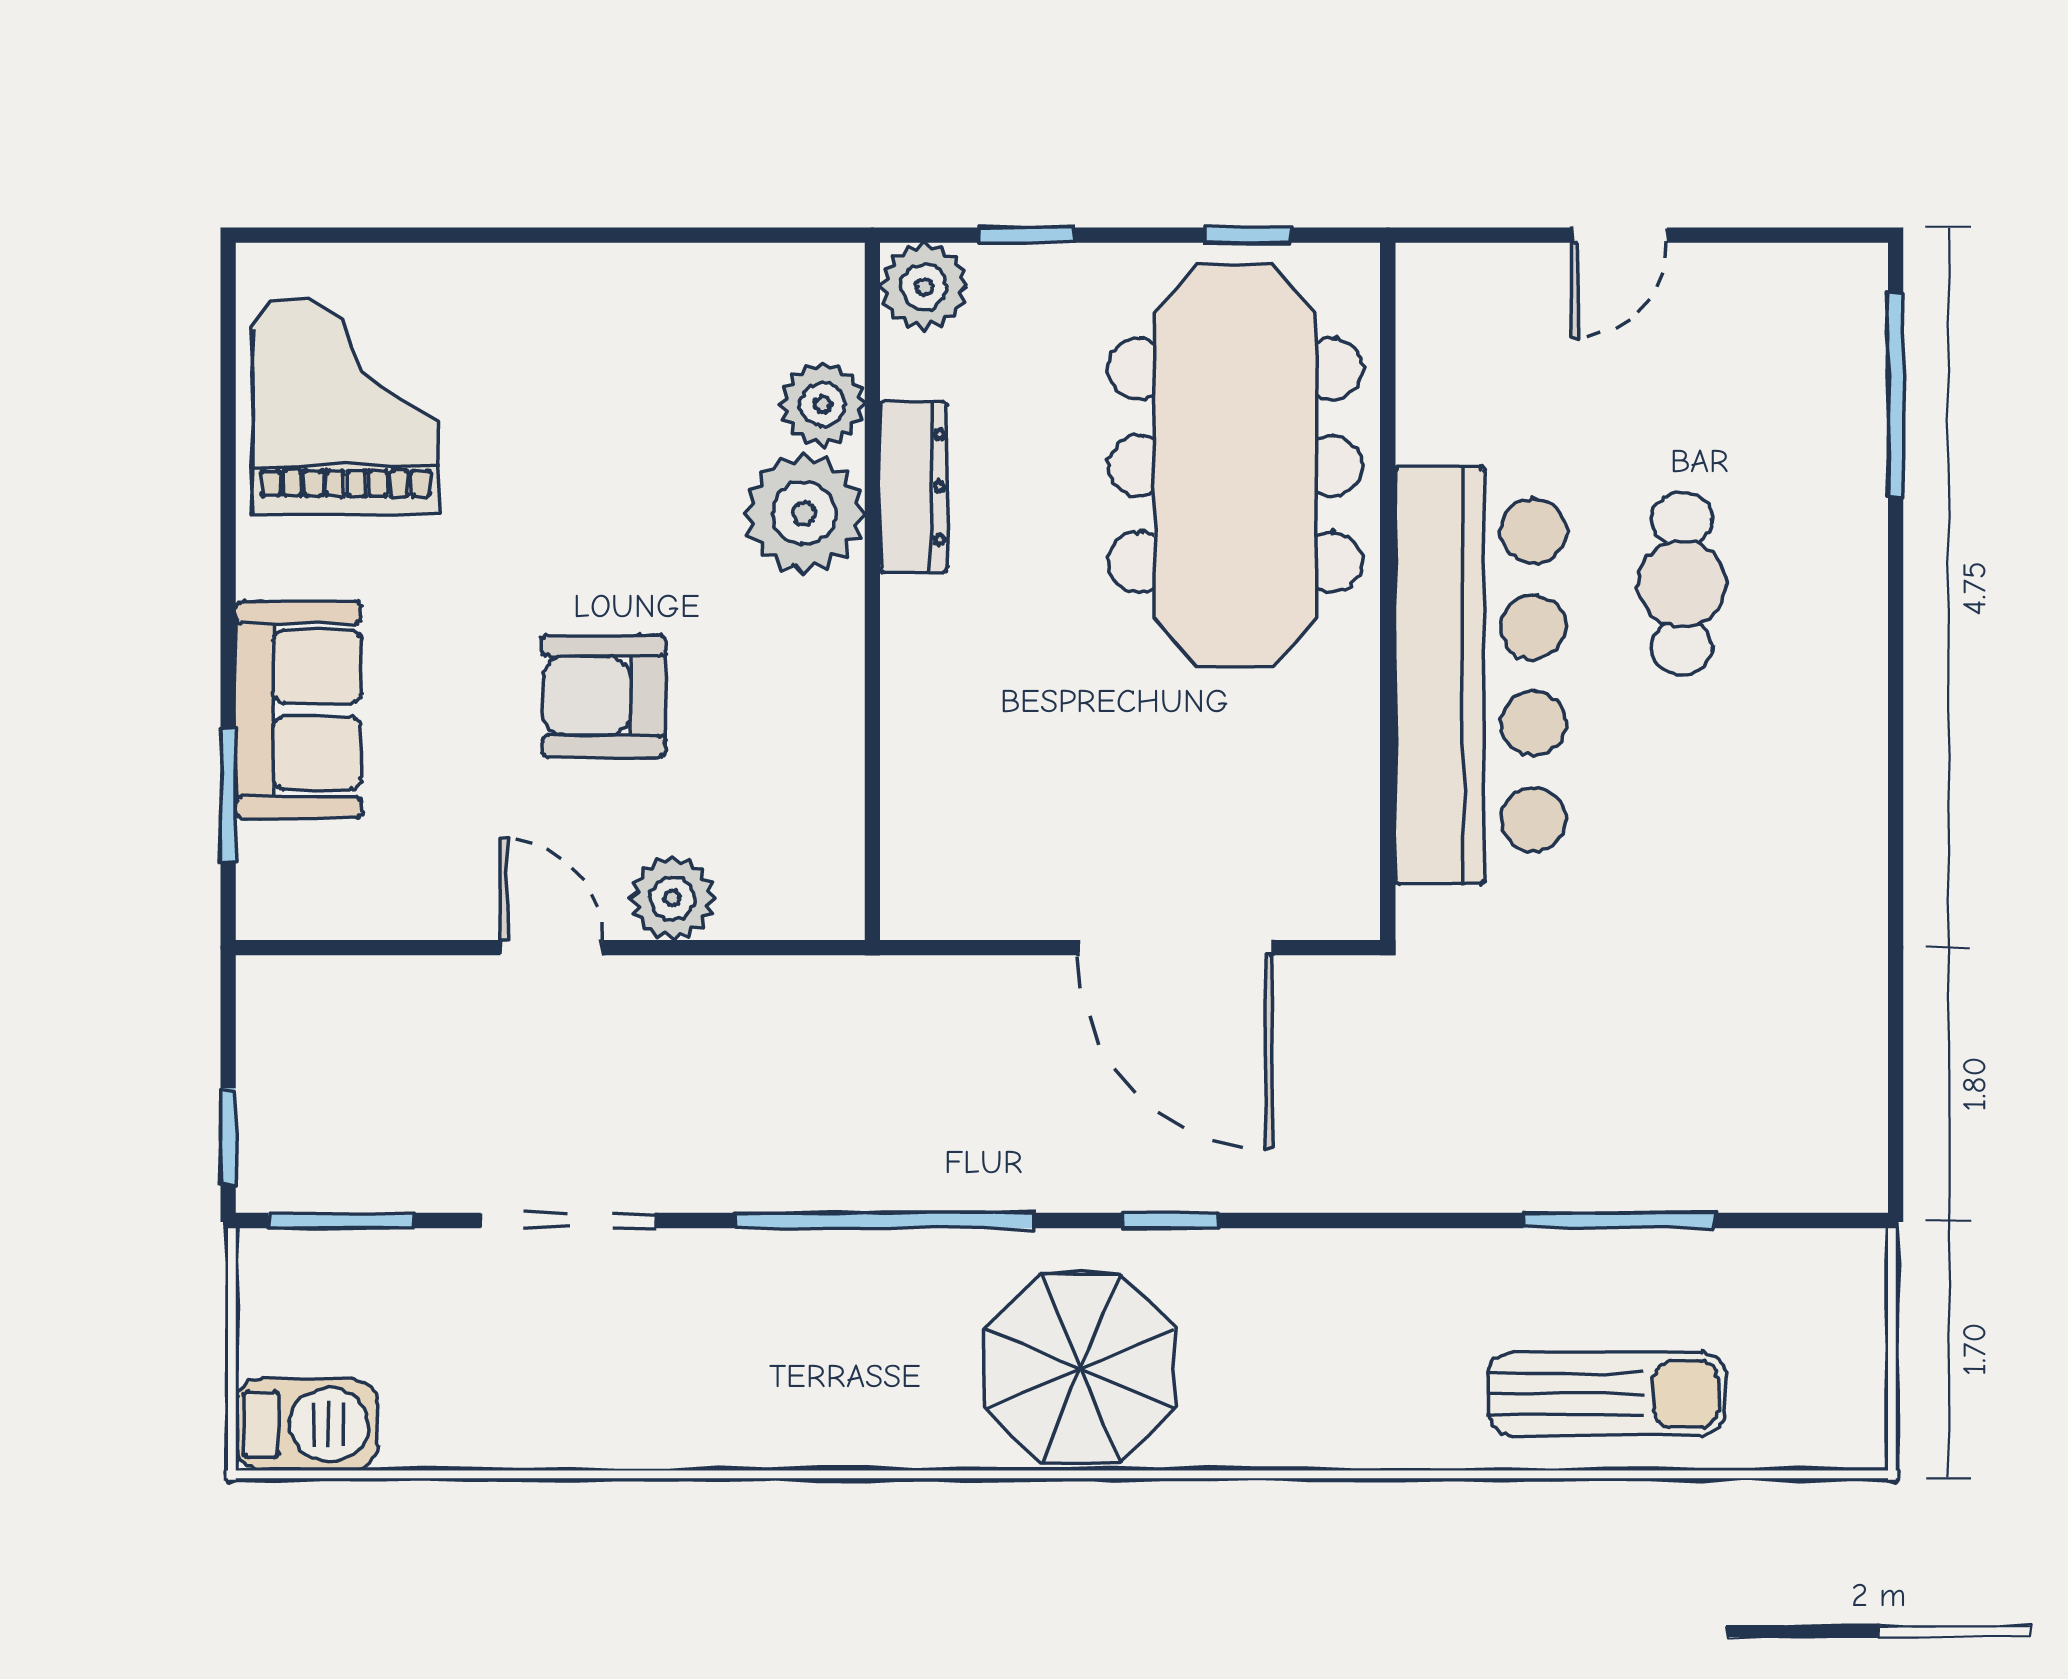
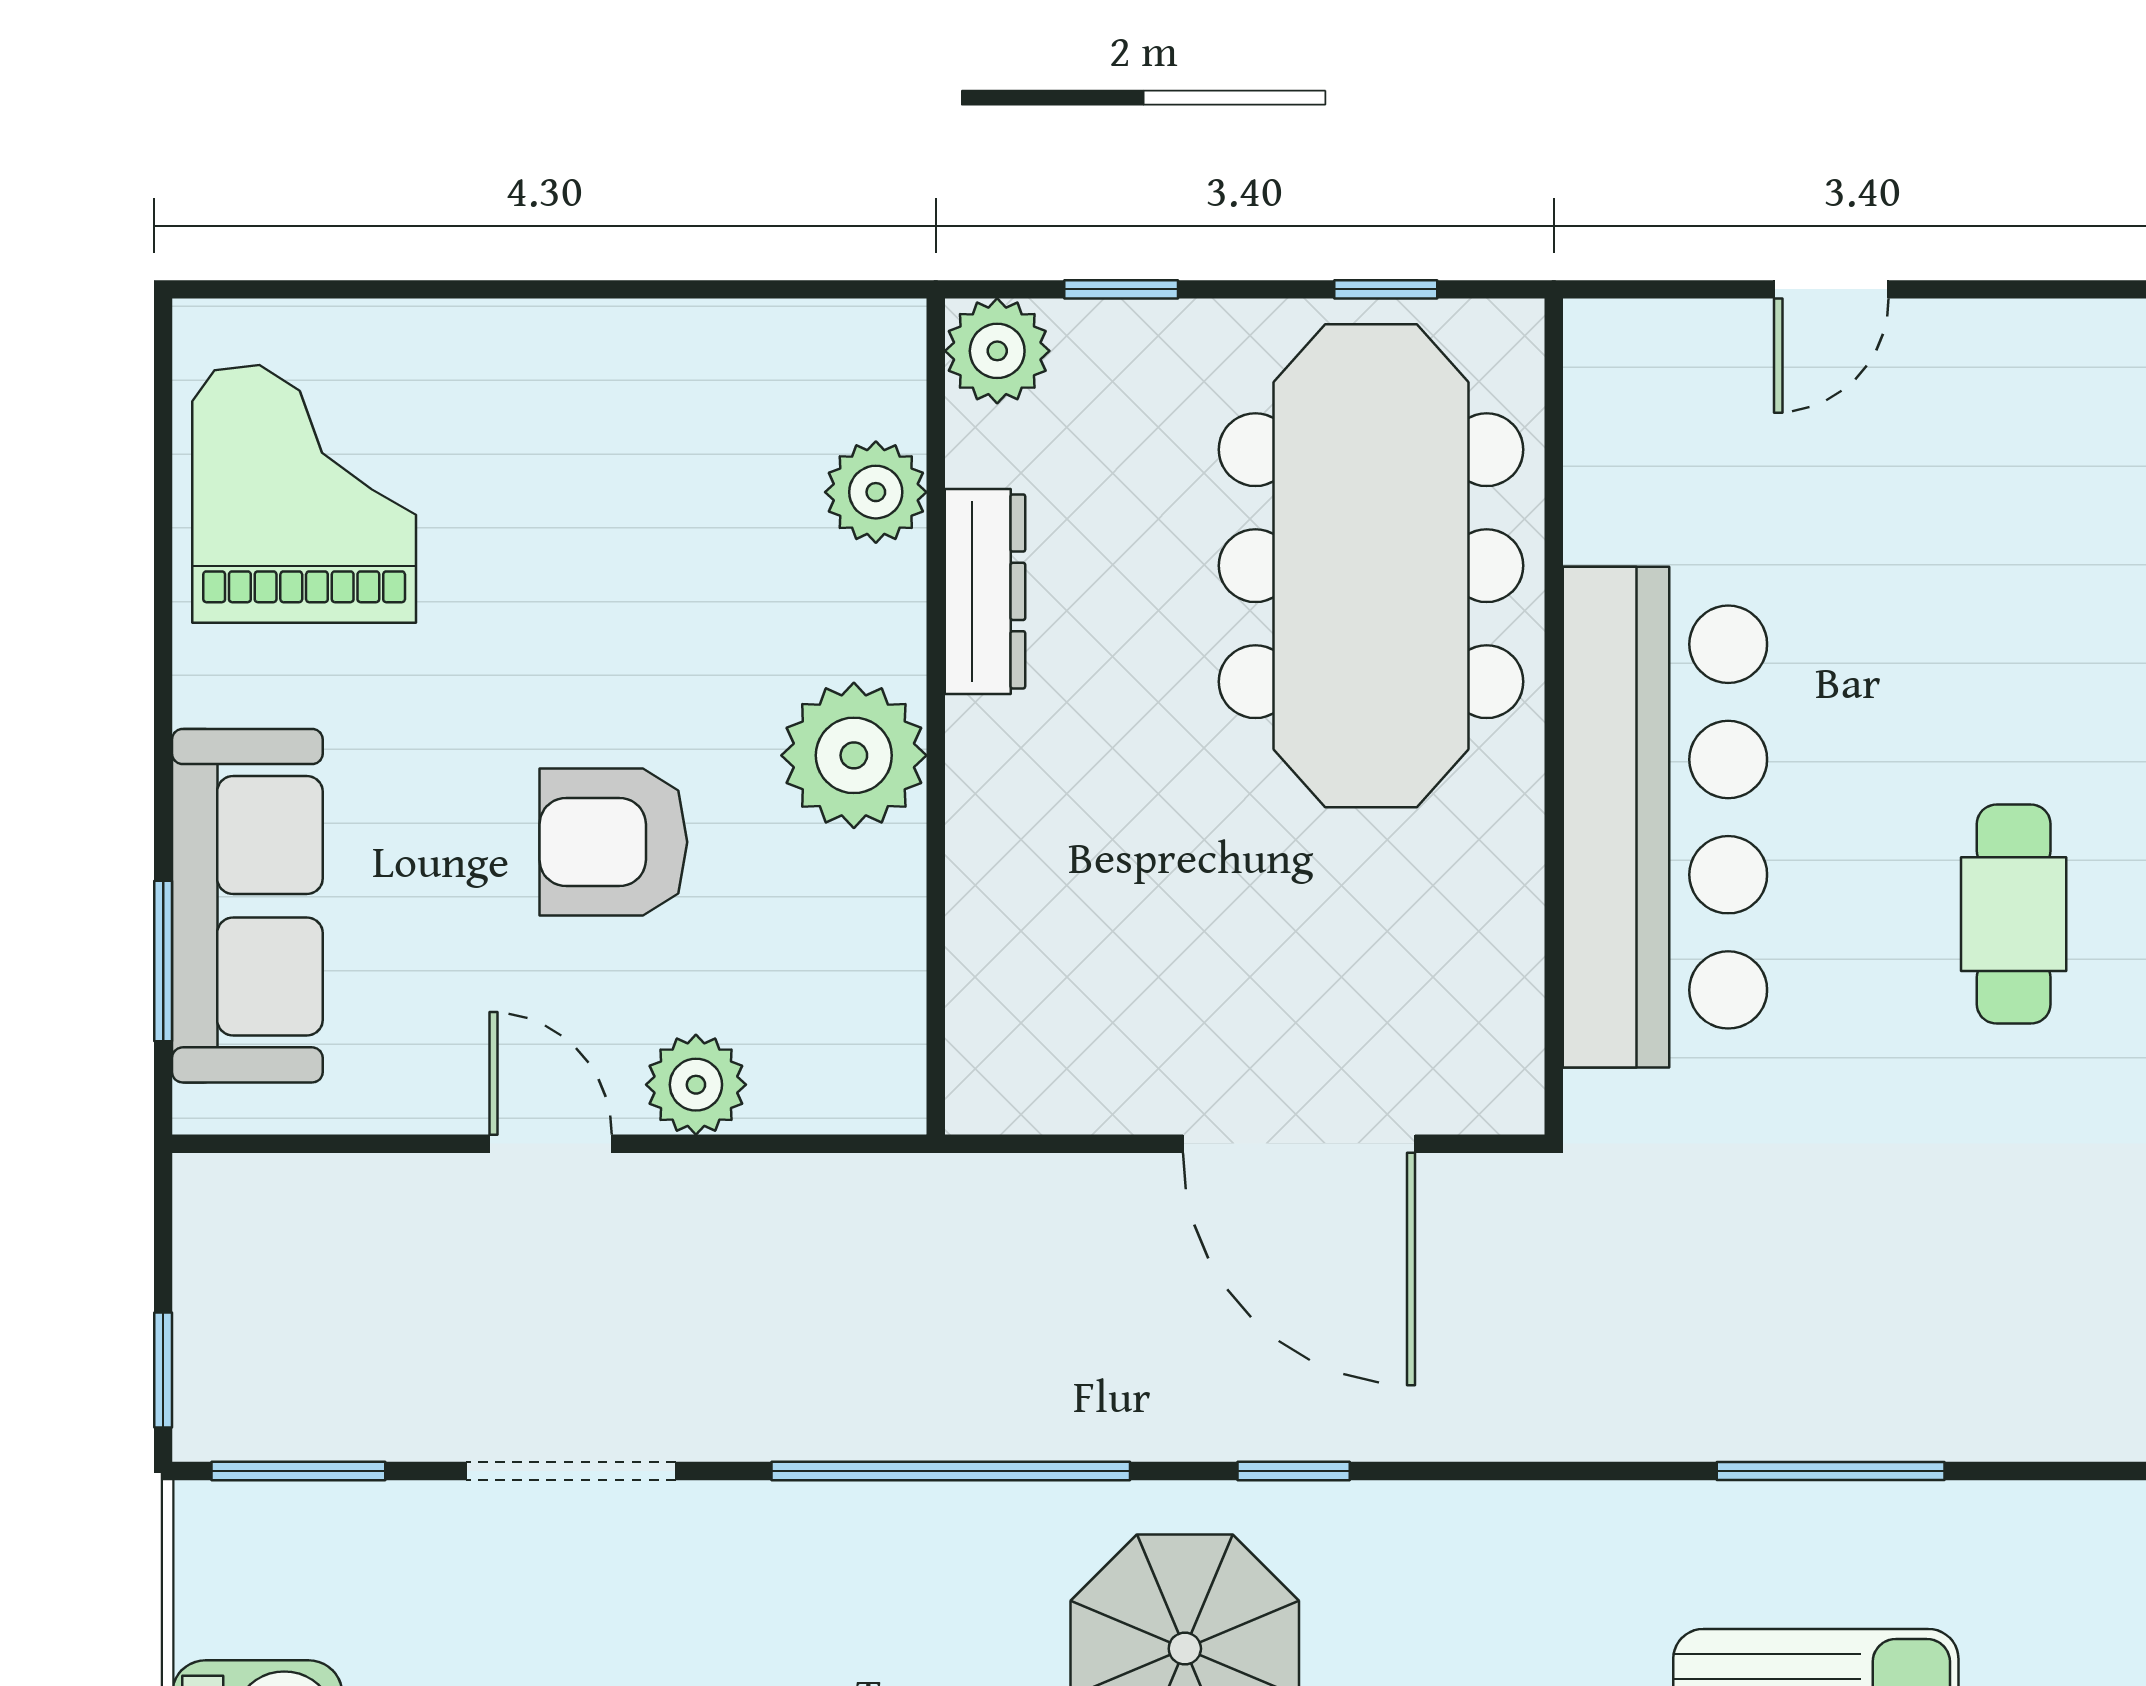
plant: (804, 513) -> (854, 755), moved
cafe table: (1682, 584) -> (2014, 914), moved
sofa: (298, 710) -> (247, 906), width x1.36

